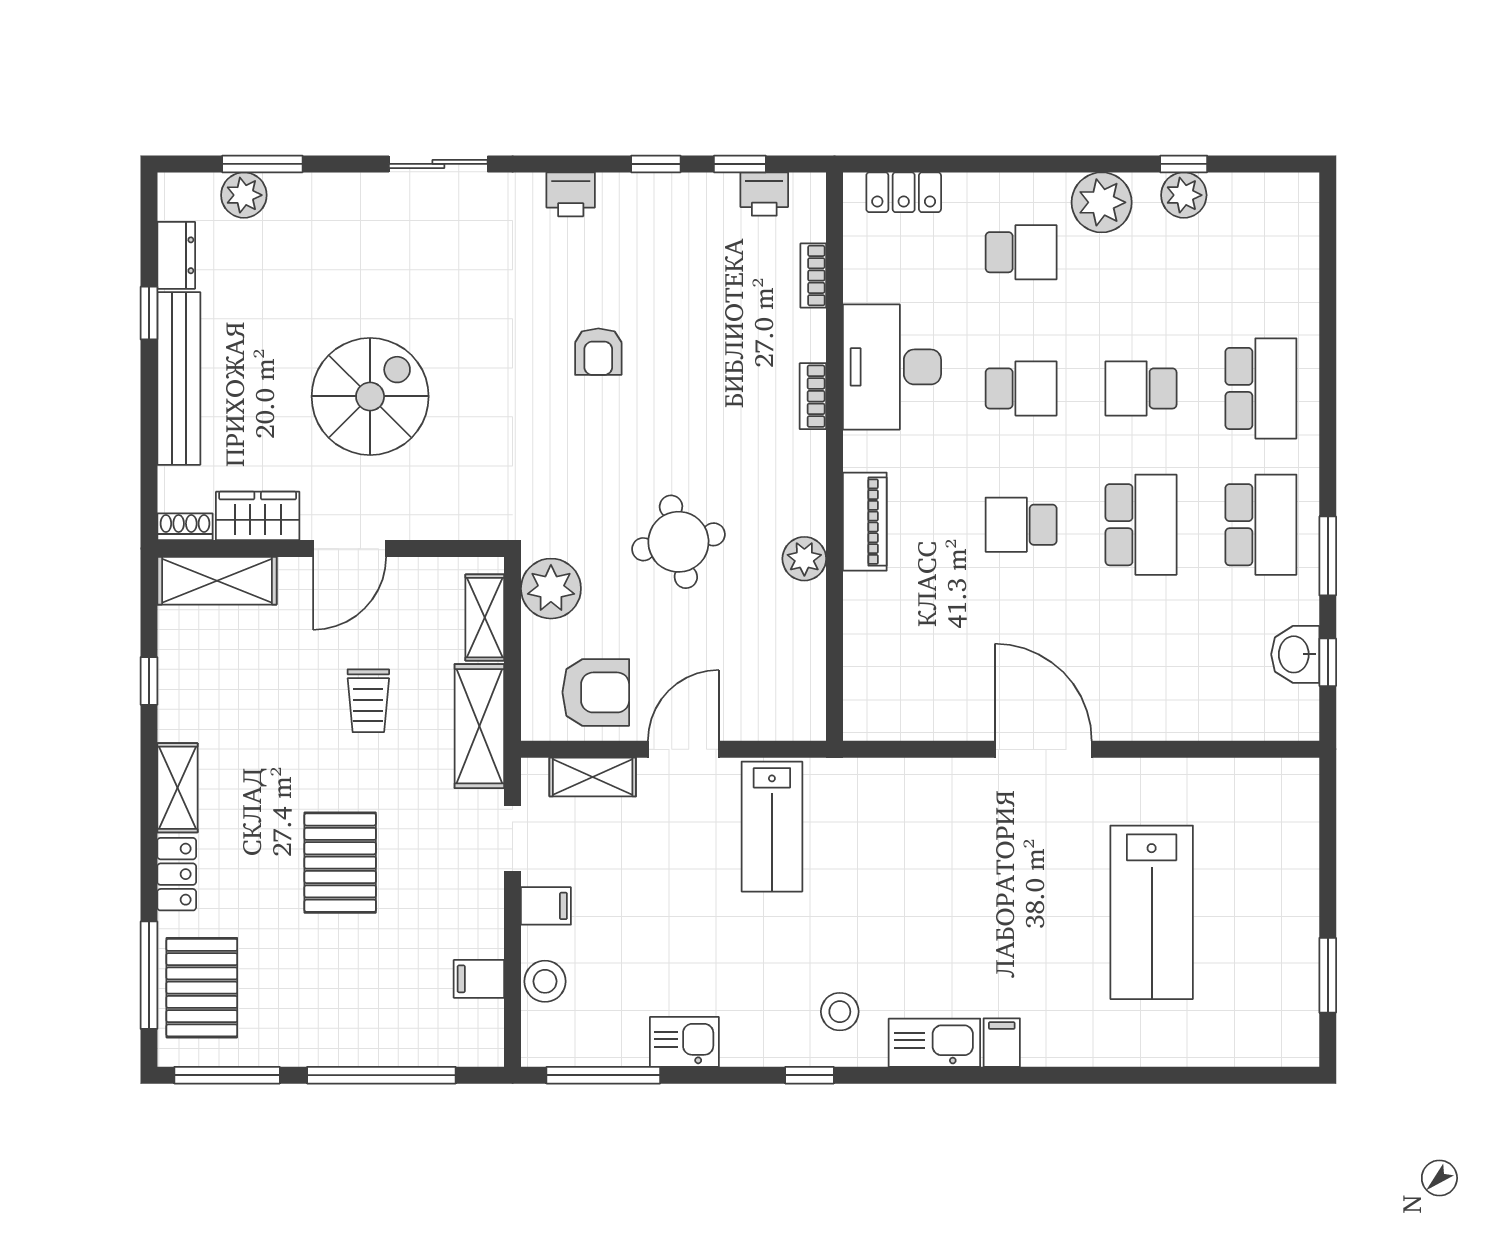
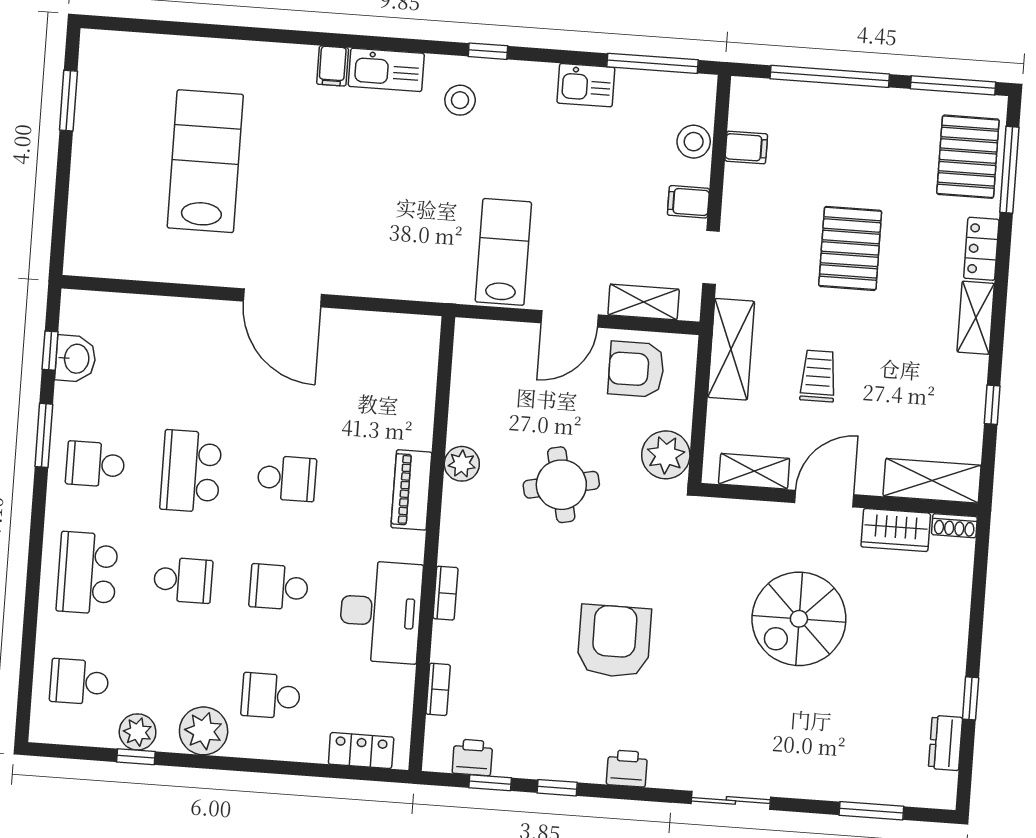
plant: (244, 195) -> (888, 787), removed
school desk: (1261, 252) -> (79, 682), added
armchair: (598, 352) -> (614, 641), width x1.88, depth x1.88
bench: (179, 378) -> (951, 644), removed
school desk: (1261, 525) -> (95, 464), width x0.54
shelving: (485, 618) -> (754, 471), moved, turned 90

